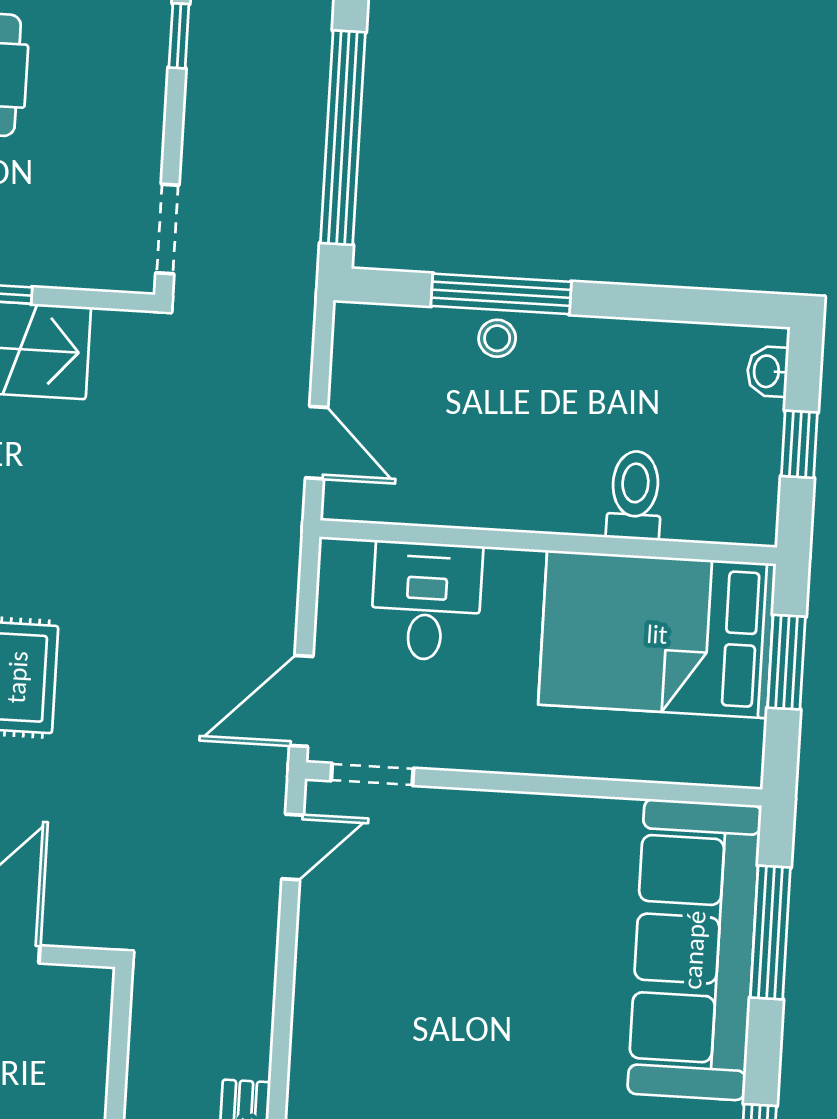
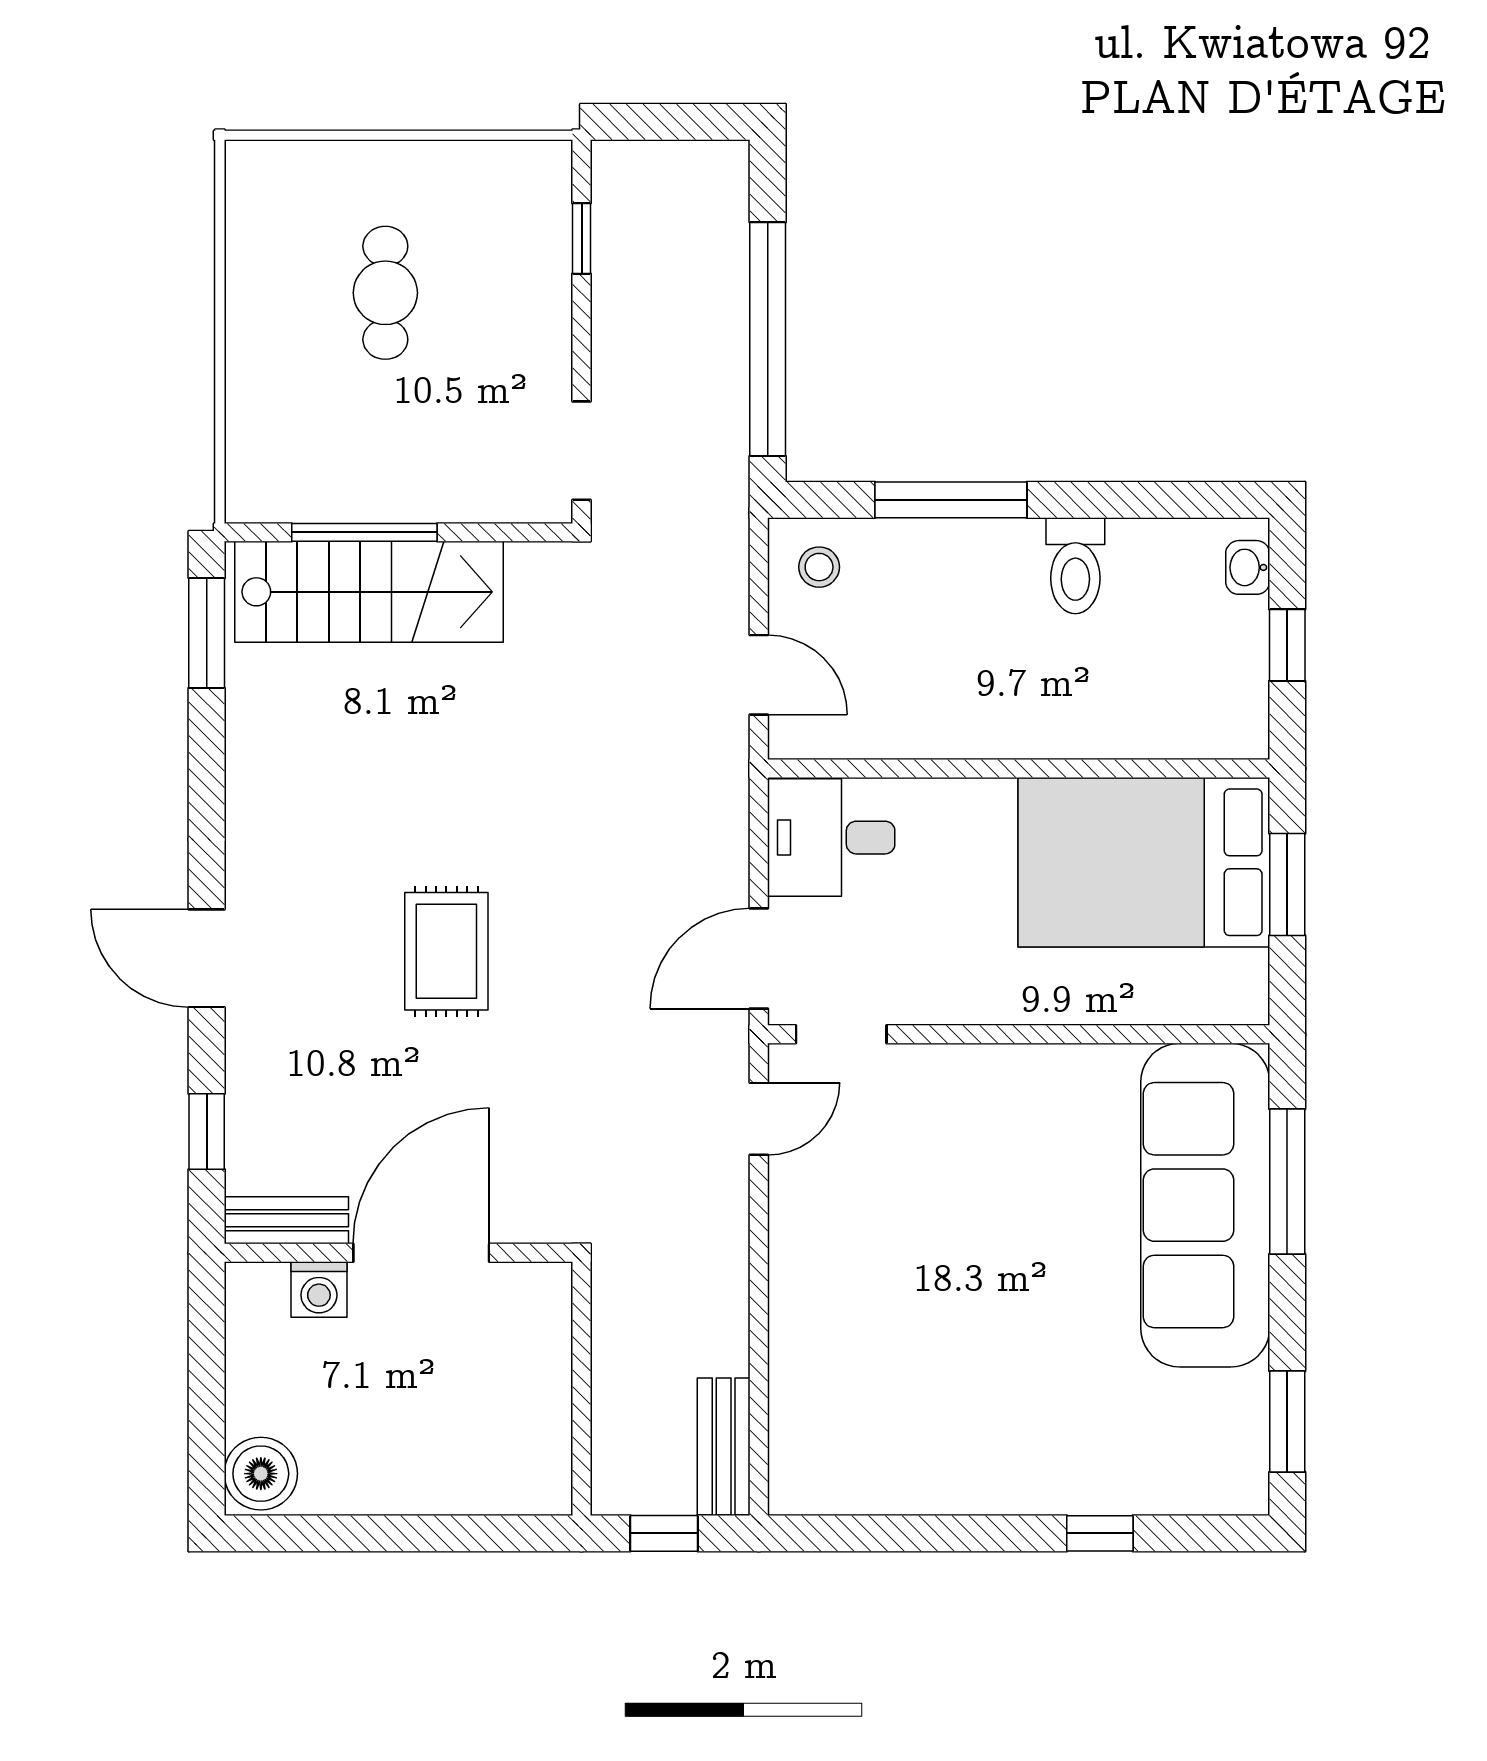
stool: (497, 338) -> (819, 567), moved
toilet: (635, 495) -> (1075, 566), moved, turned 180
desk: (426, 601) -> (831, 838), moved, turned -90

